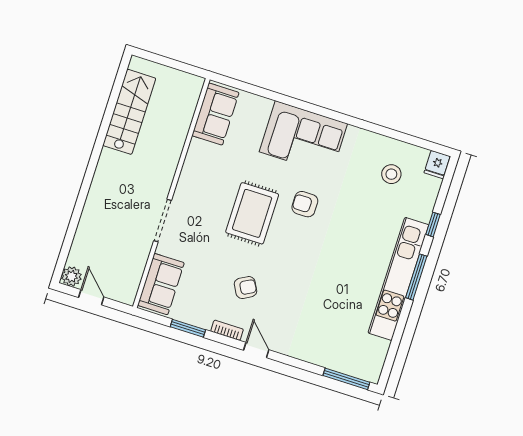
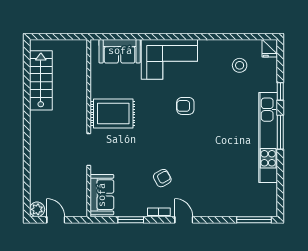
sofa: (215, 114) -> (120, 51), moved, turned 90
rug: (252, 213) -> (113, 114), moved, turned 90

